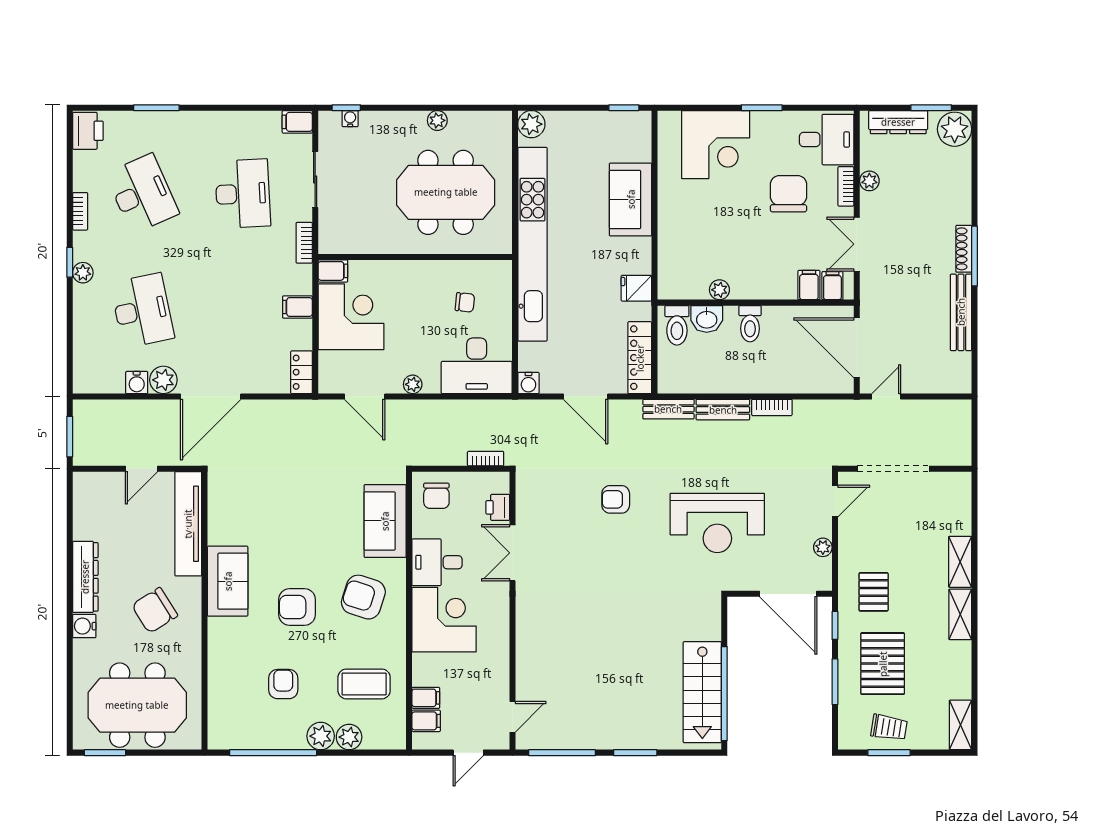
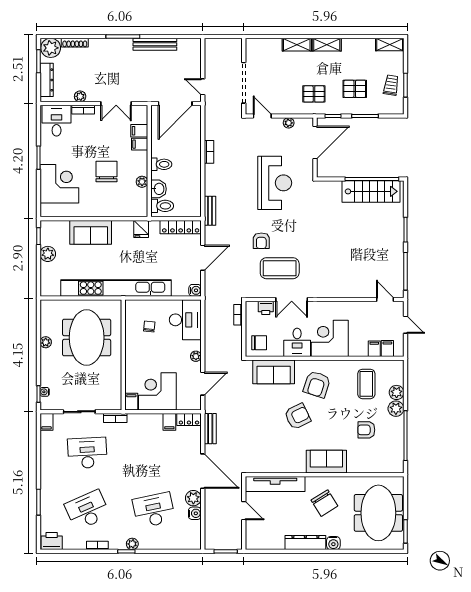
plant: (531, 124) -> (48, 254), moved
chair: (788, 194) -> (106, 172), moved, turned 90
shoe rack: (964, 249) -> (75, 43), moved
filing cabinet: (832, 286) -> (140, 144), moved
filing cabinet: (297, 307) -> (169, 422), moved
bench: (723, 410) -> (210, 429), moved
coffee table: (567, 532) -> (280, 268), added
sofa: (228, 581) -> (326, 462), moved
armchair: (297, 607) -> (298, 416), moved, turned -116
pallet: (883, 664) -> (355, 89), width x0.67, depth x0.71

